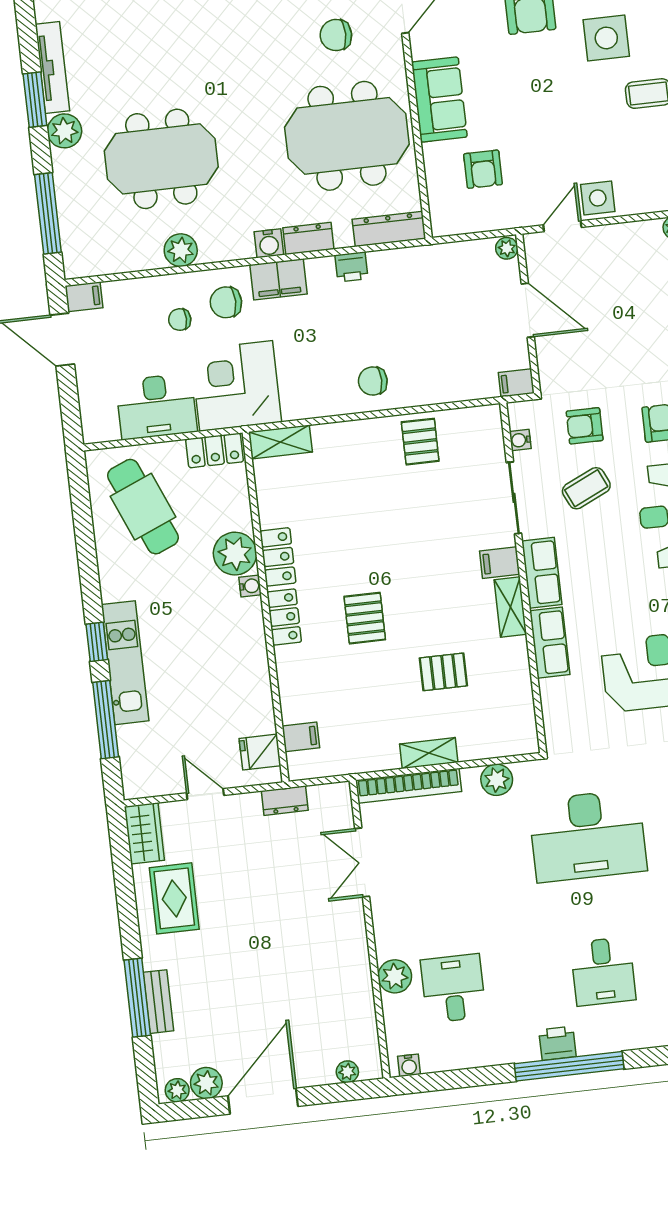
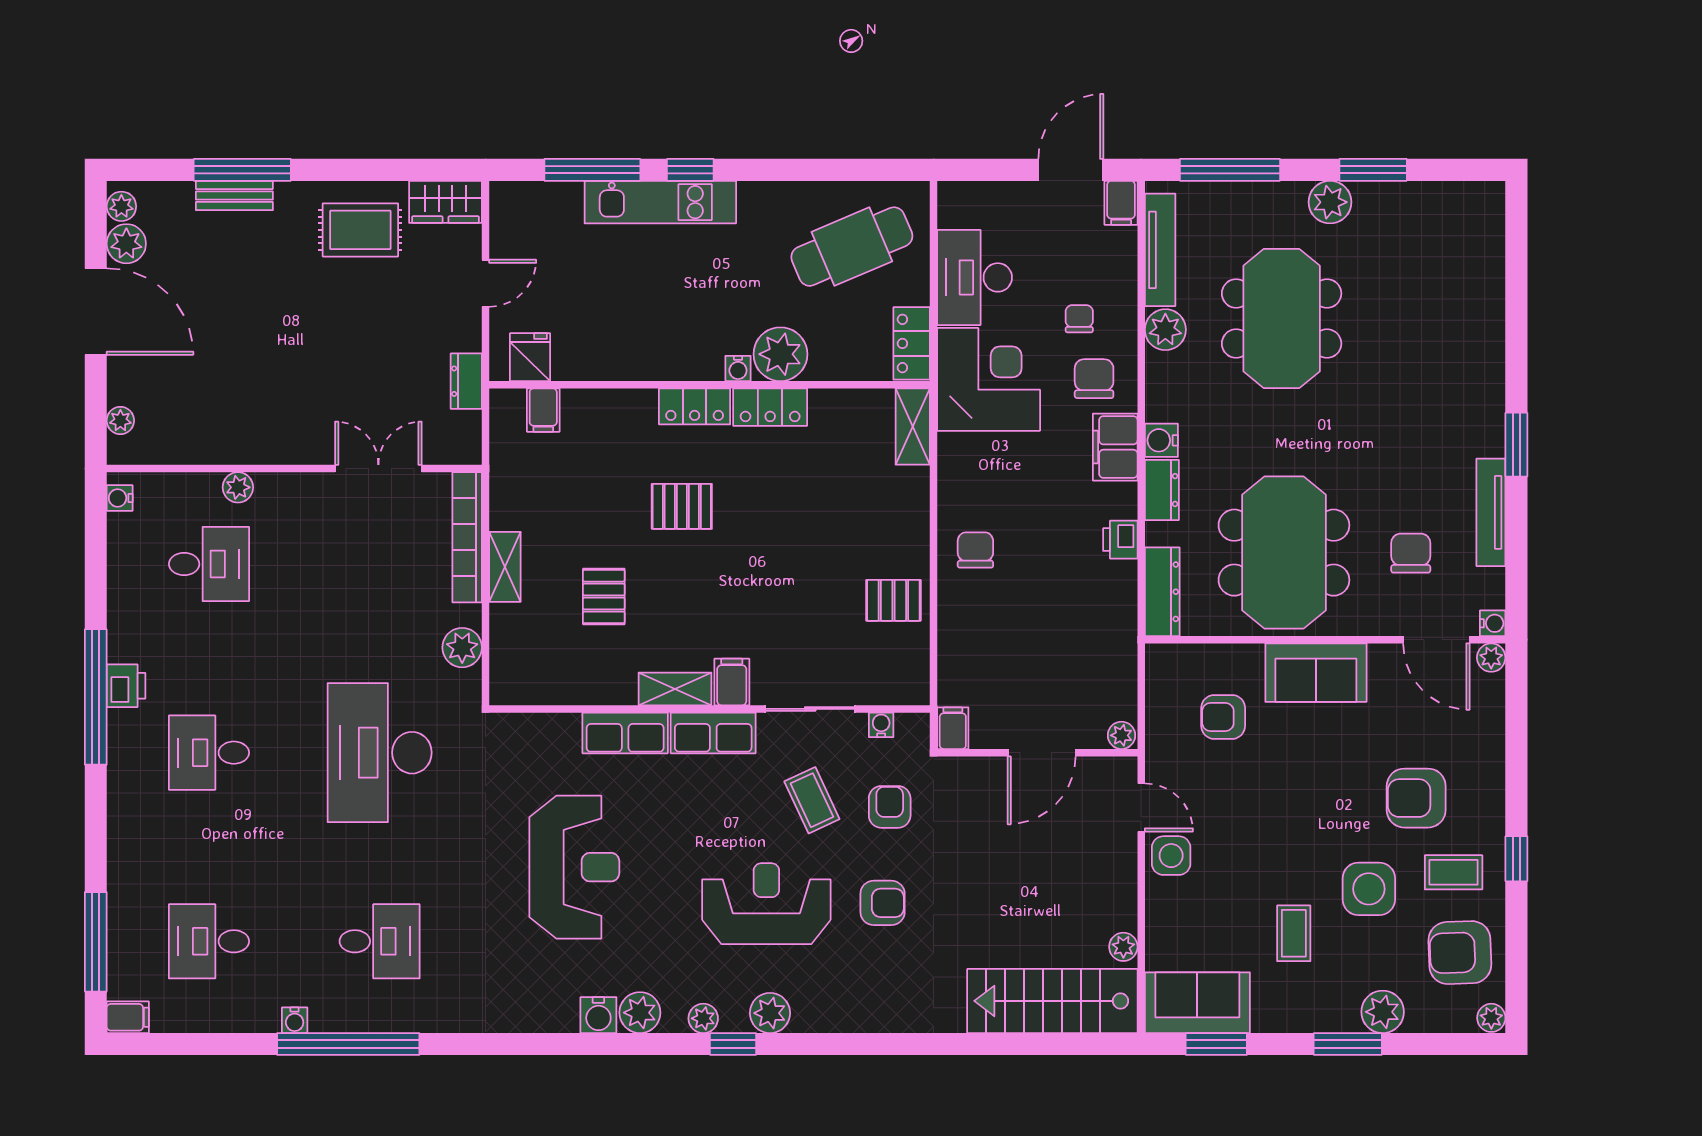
tv unit: (52, 67) -> (1160, 250), moved, turned -90
plant: (395, 976) -> (238, 487), width x0.73, depth x0.73

